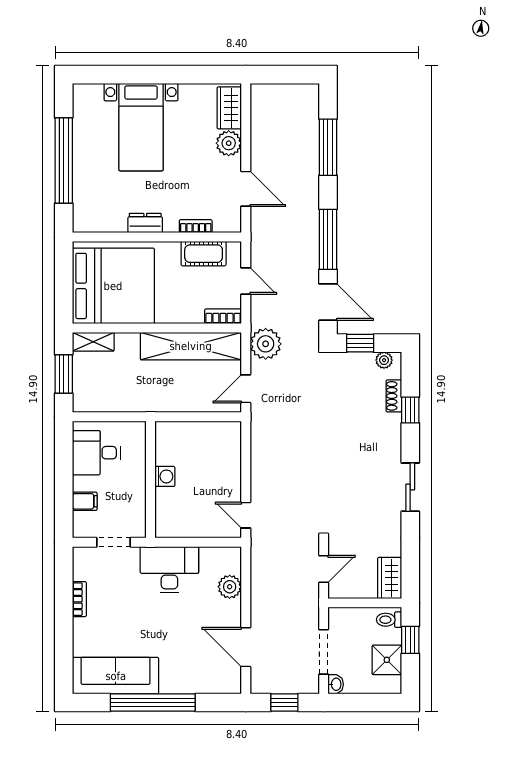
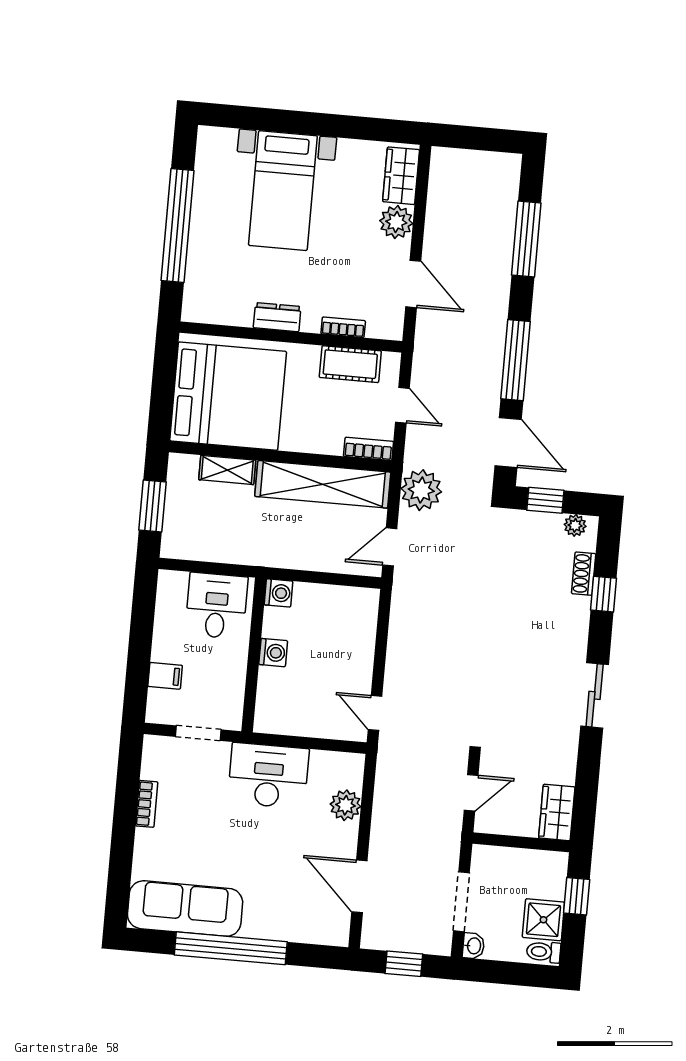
shelving: (93, 342) -> (227, 470), moved
washing machine: (165, 431) -> (278, 593), added
desk: (96, 453) -> (216, 606), moved, turned 90
toilet: (389, 620) -> (544, 952), moved

